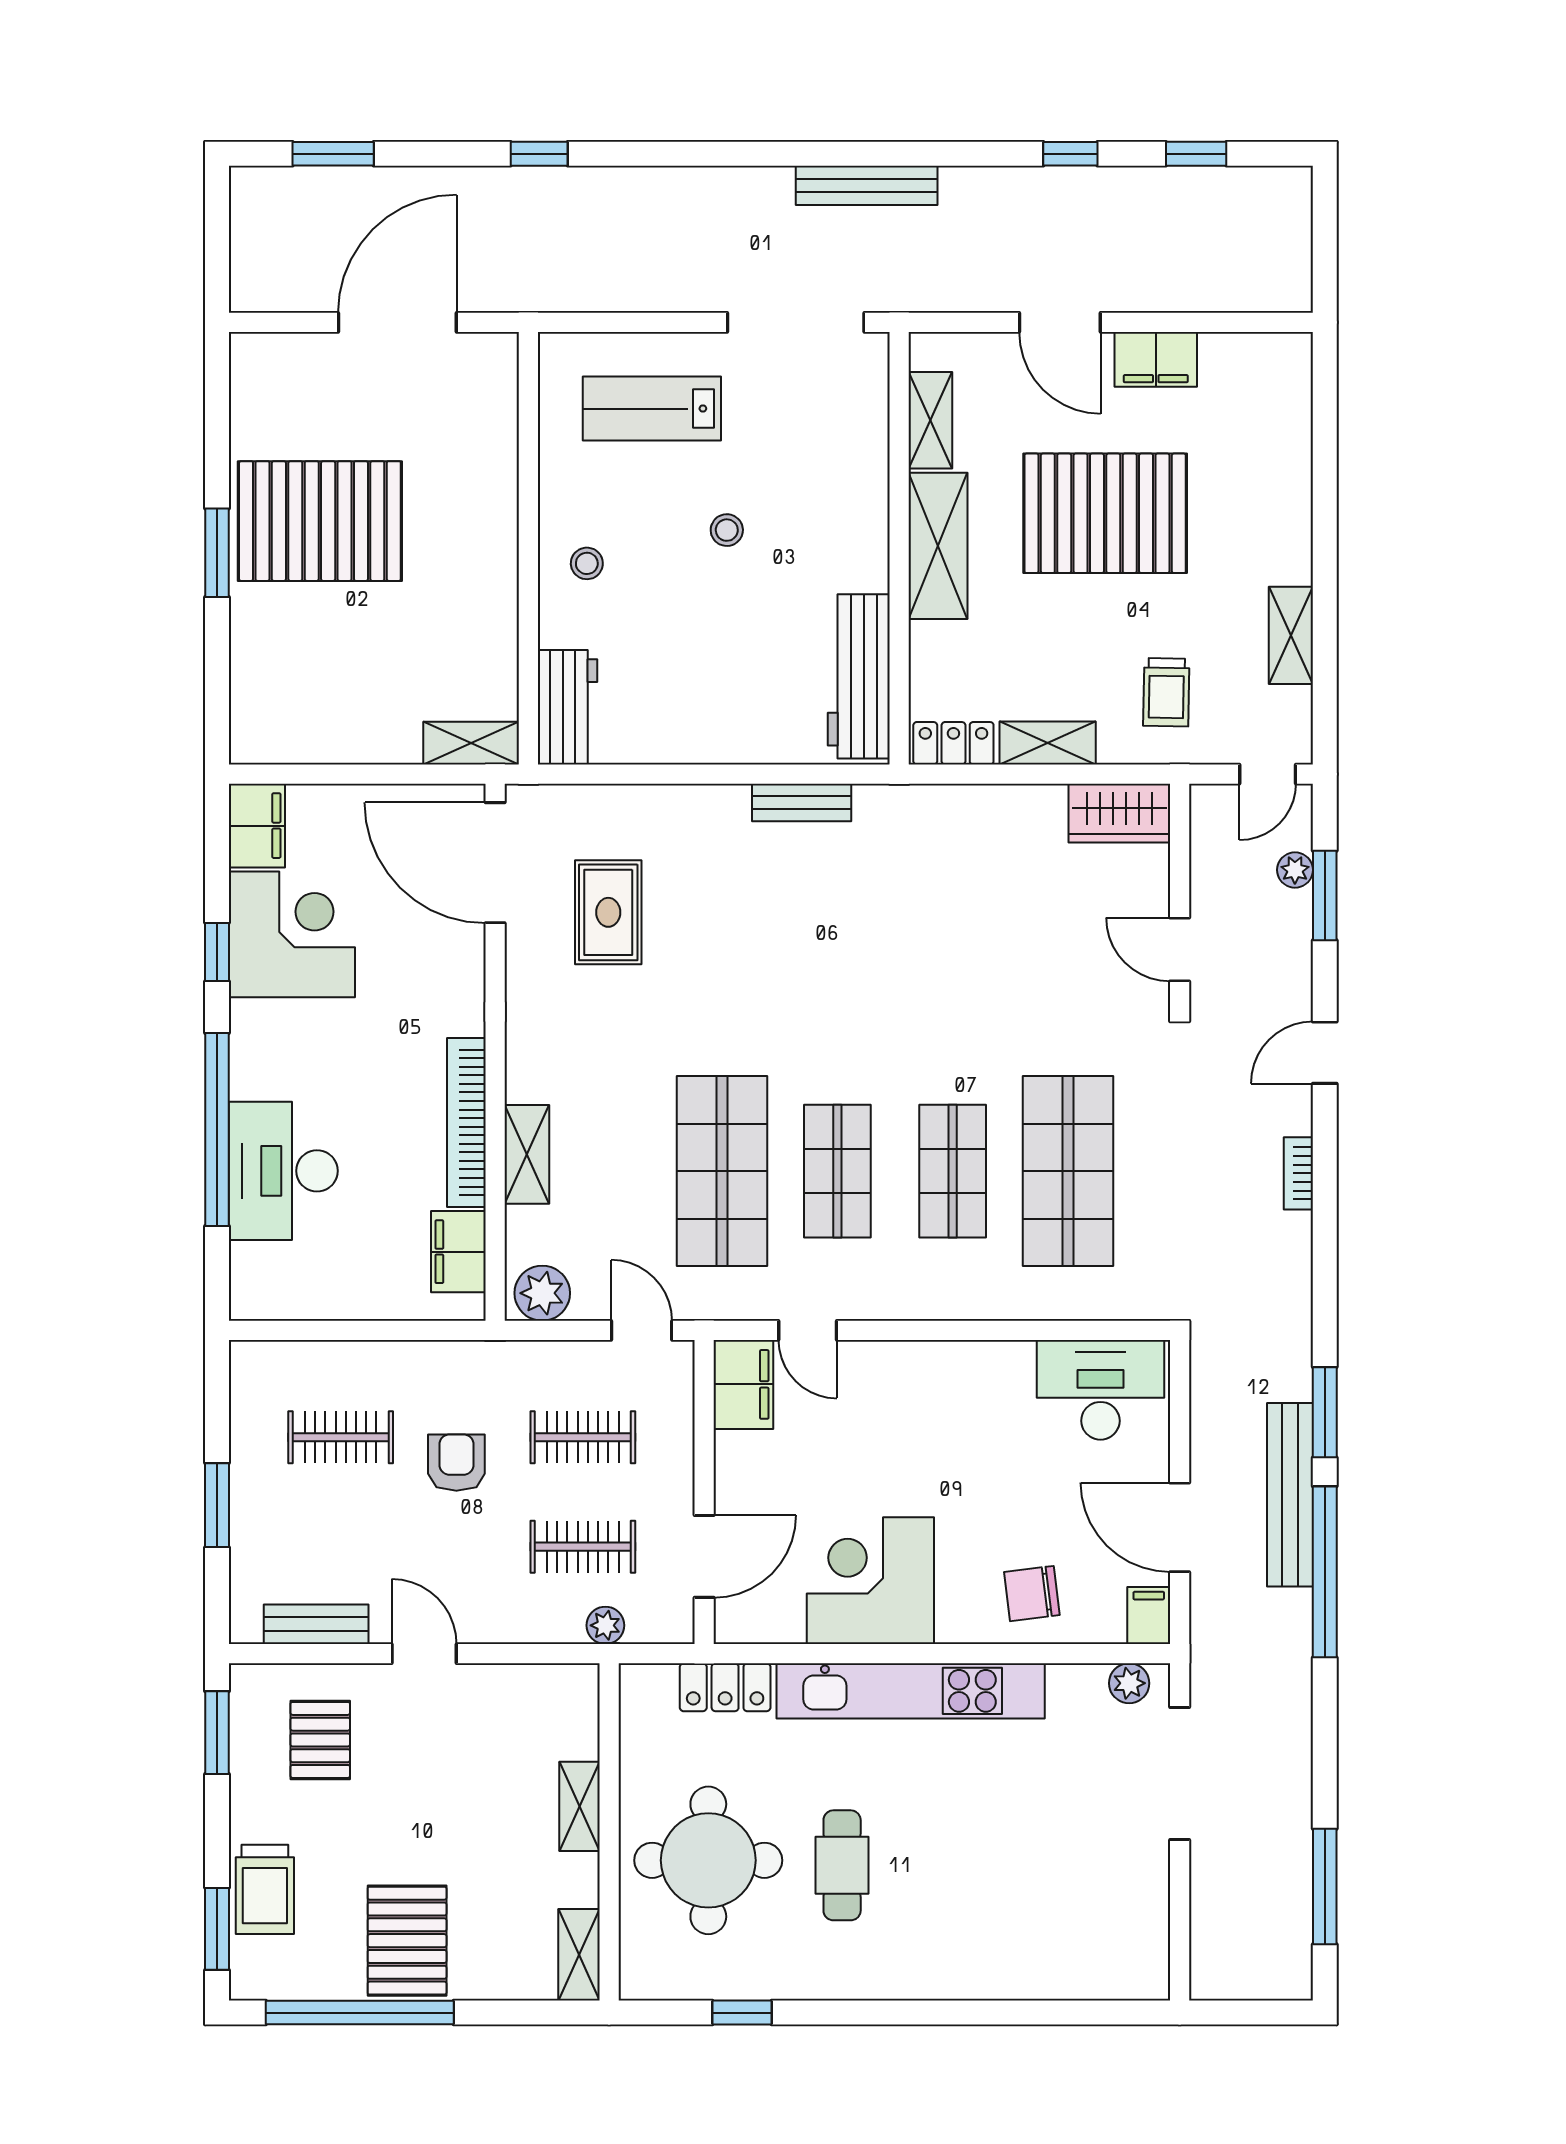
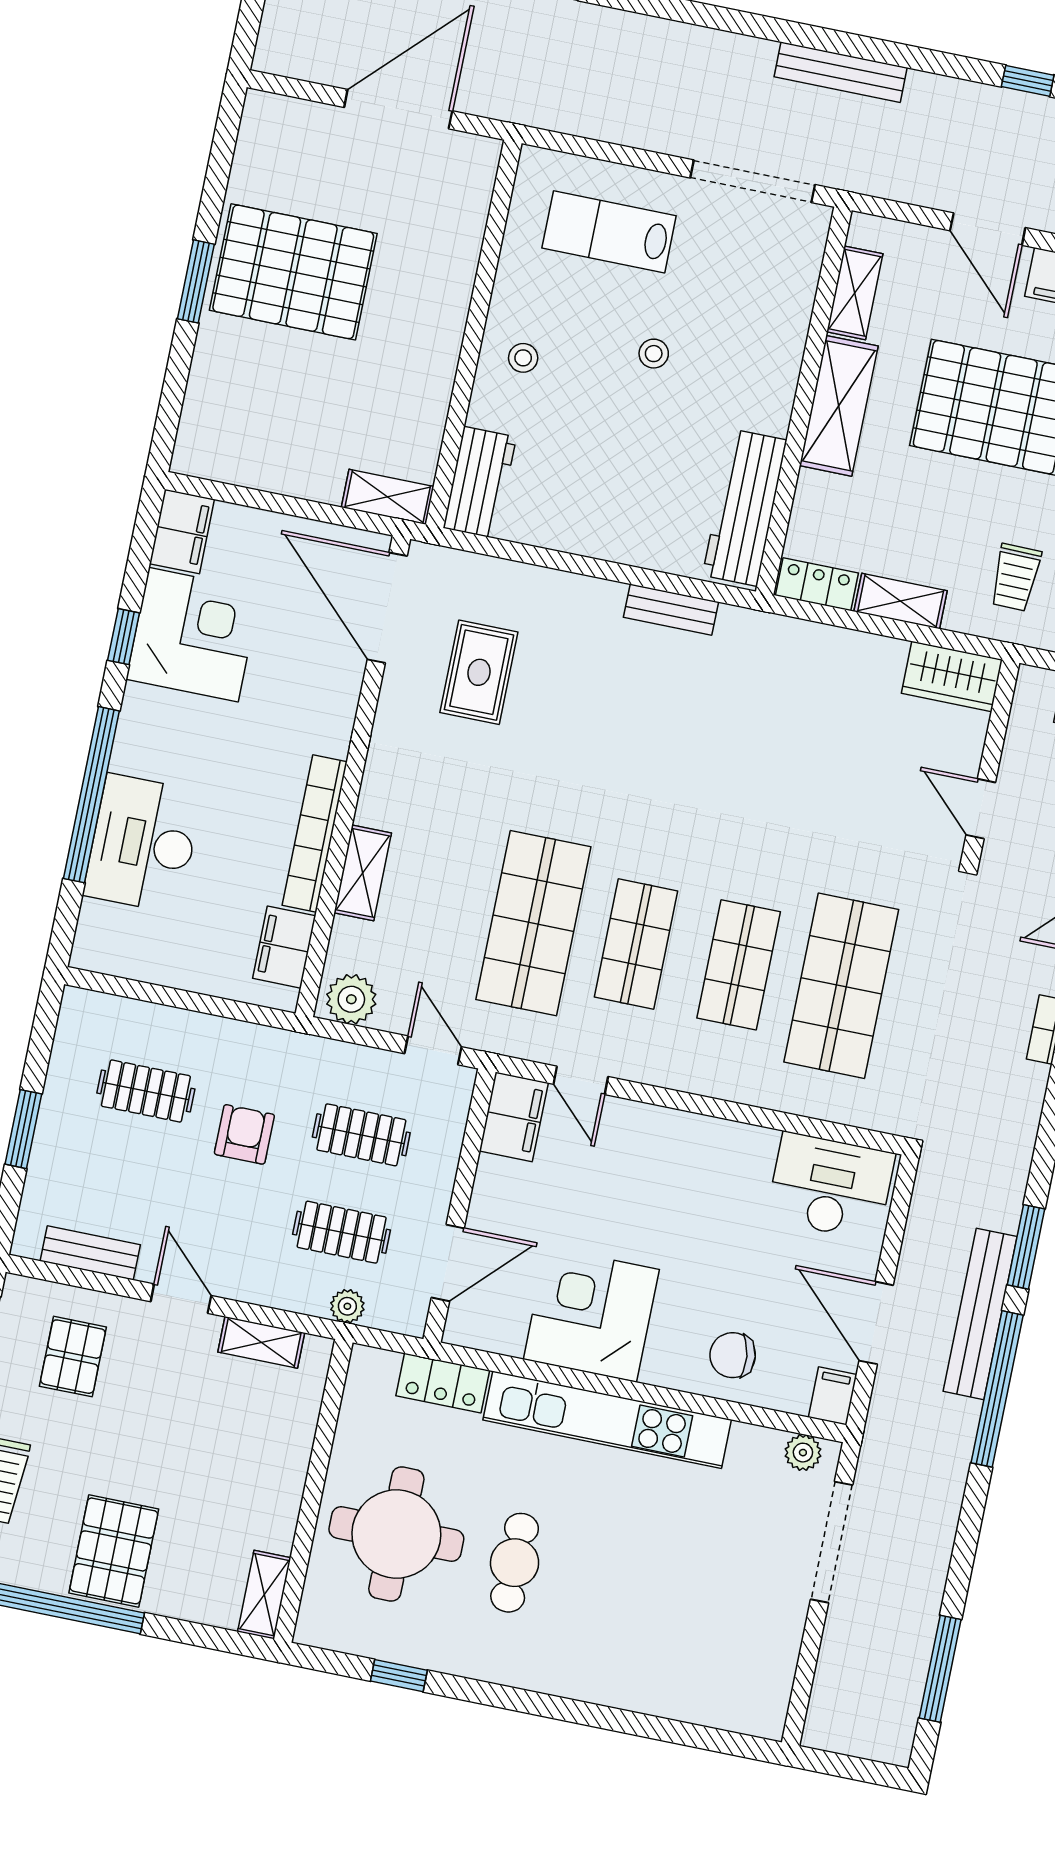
shelving: (580, 1806) -> (261, 1342), moved, turned 90

